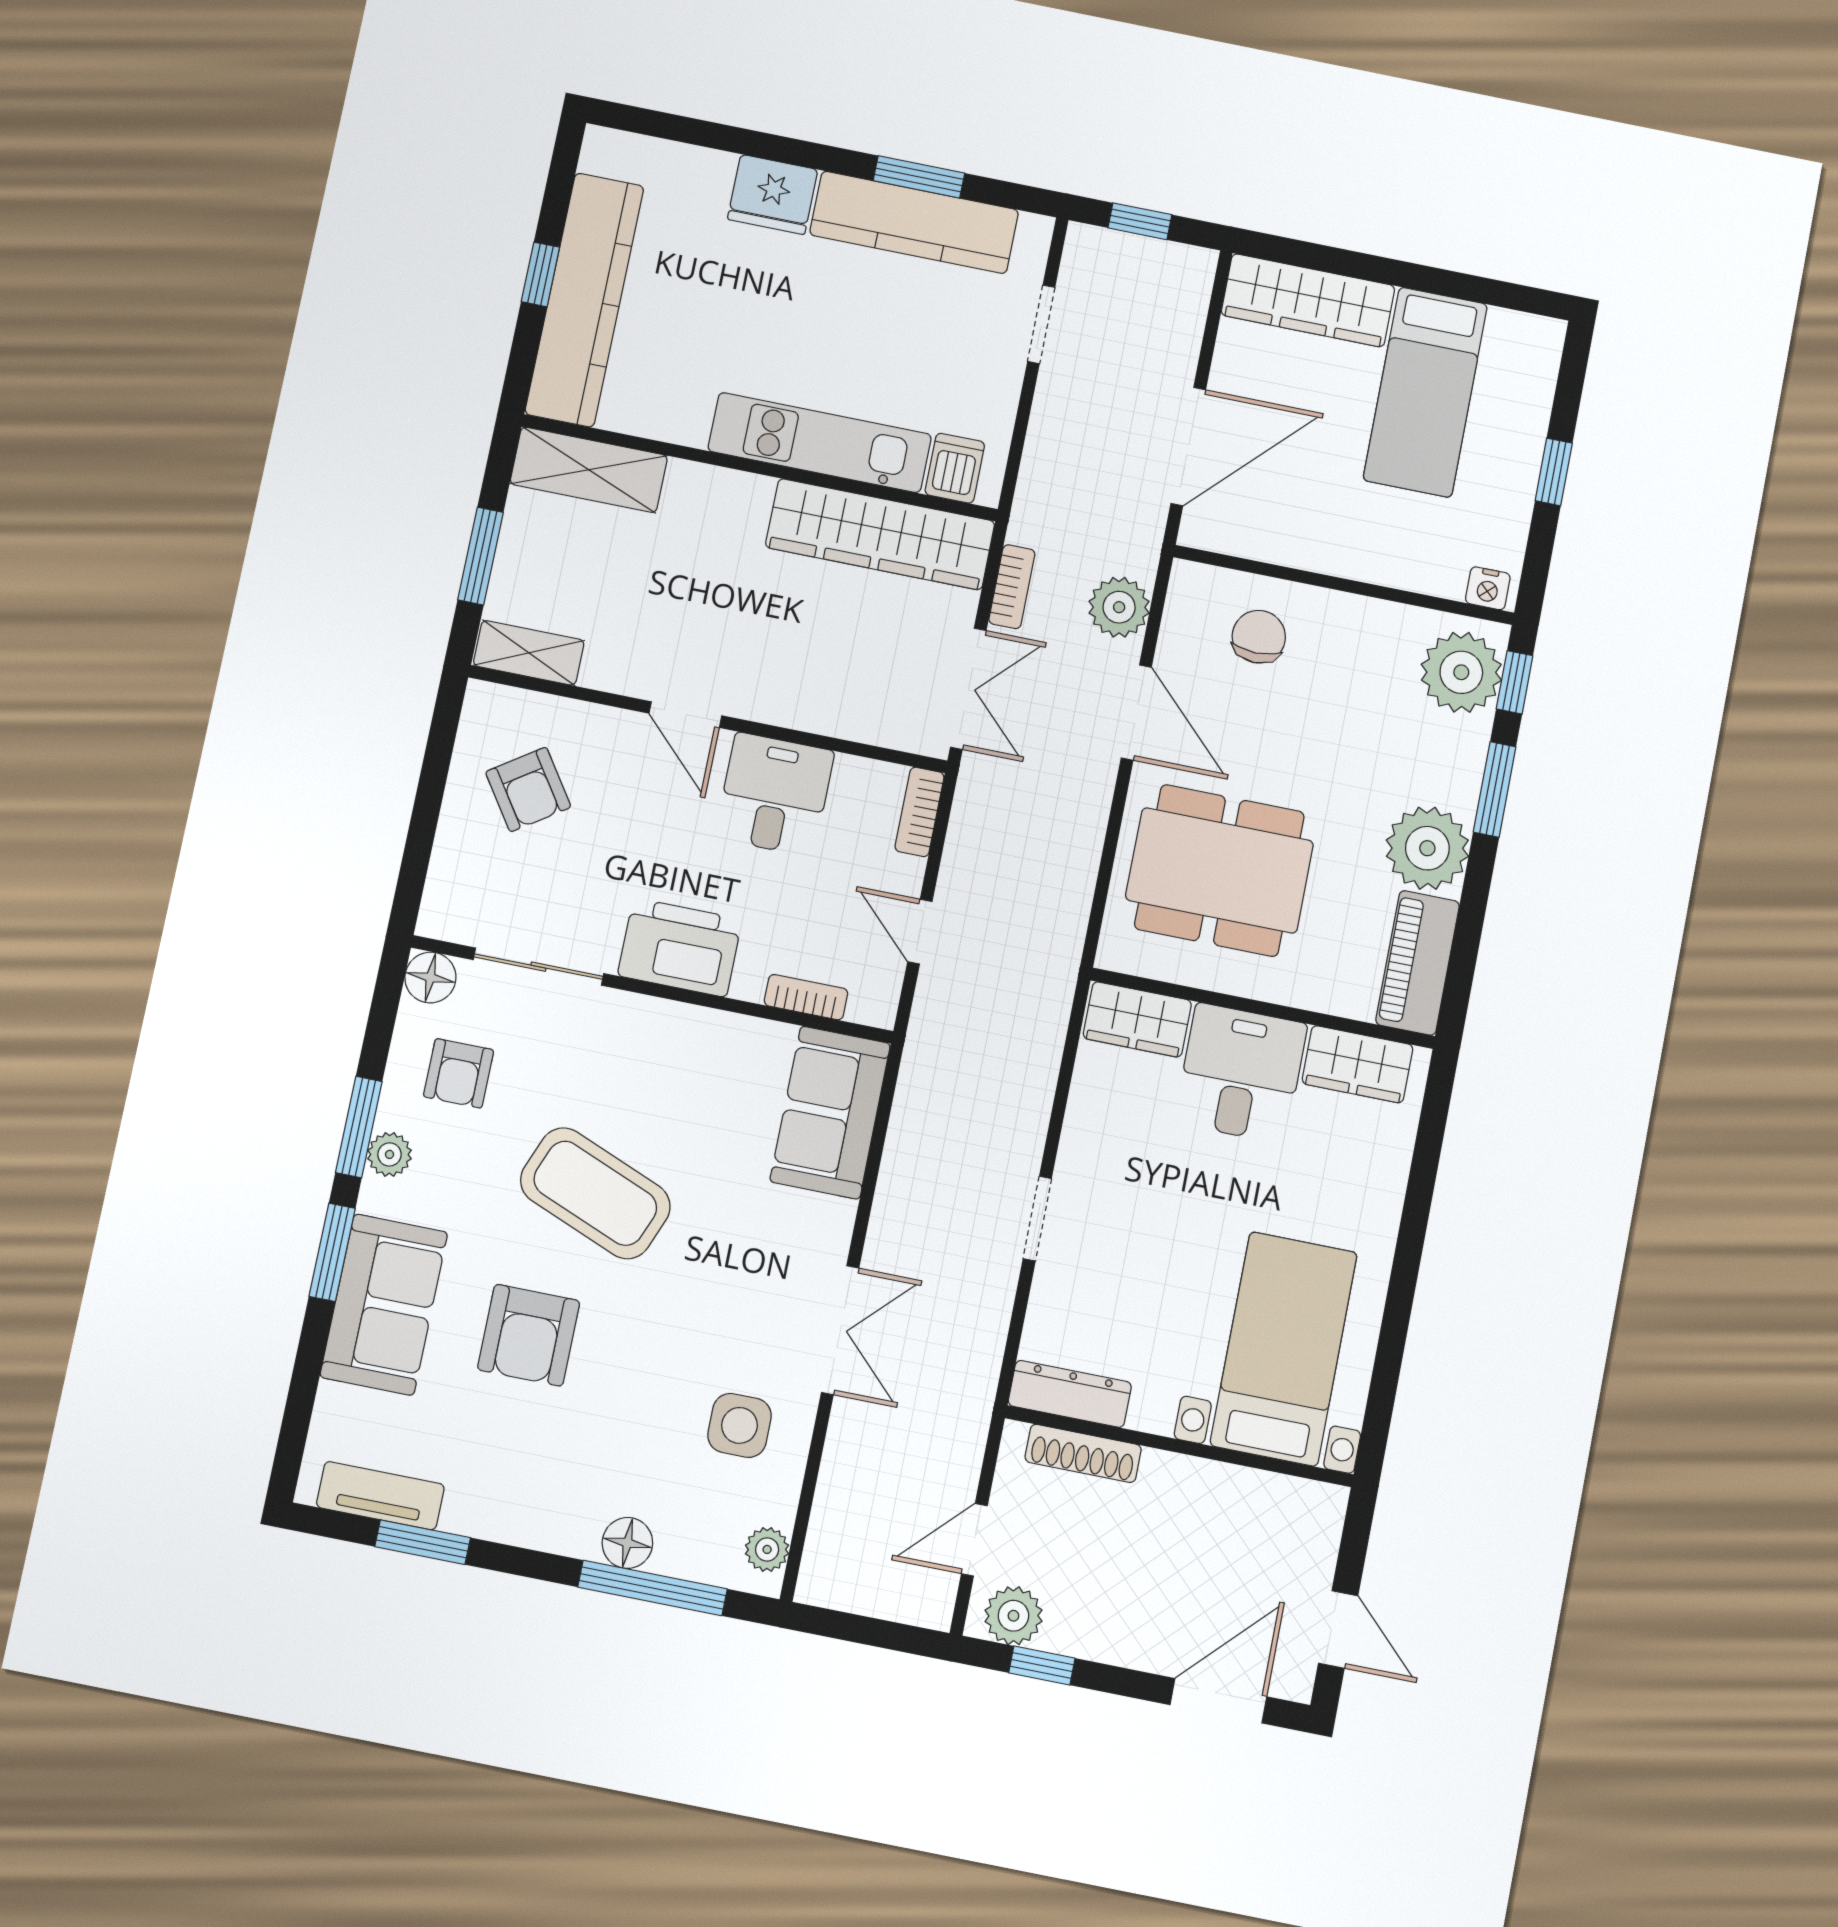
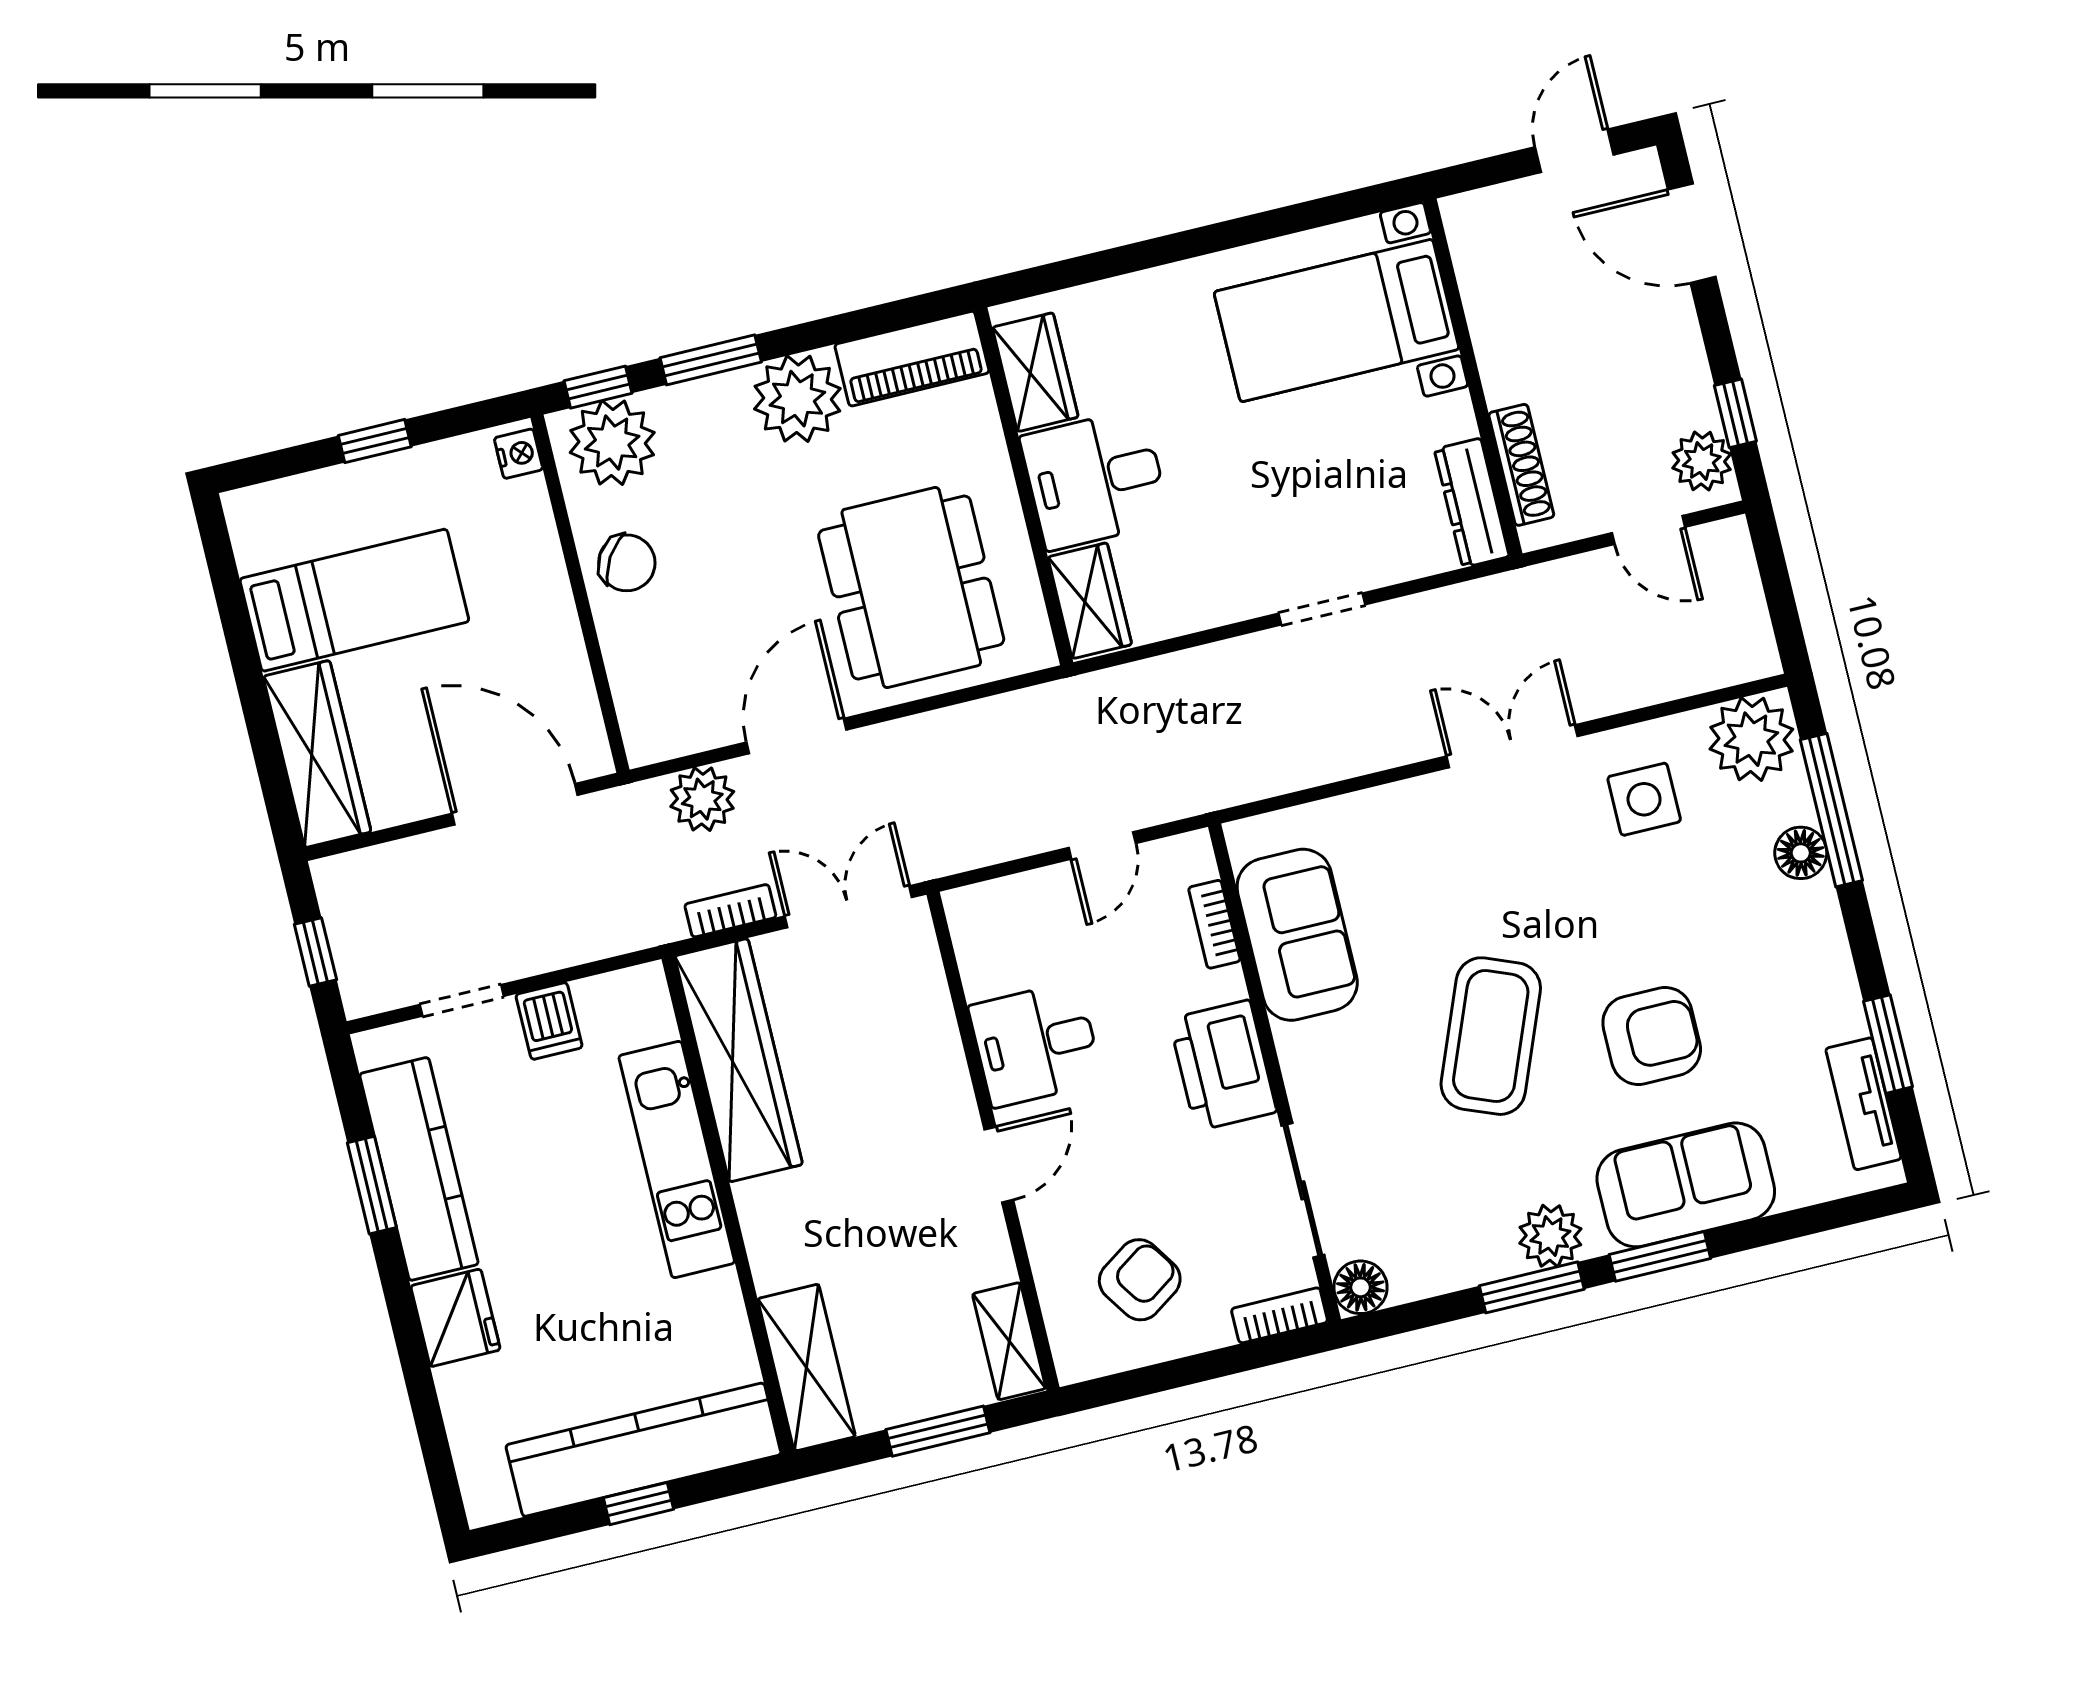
dishwasher: (955, 468) -> (549, 1021), moved, turned -90
chair: (1259, 637) -> (627, 563), moved, turned -148
bookcase: (920, 812) -> (1280, 1315), moved, turned 180
armchair: (459, 1073) -> (1438, 1218), removed
sofa: (830, 1113) -> (1297, 935), moved, turned -90
plant: (389, 1154) -> (1550, 1236), width x1.38, depth x1.38
plant: (767, 1549) -> (1751, 739), width x1.87, depth x1.87

